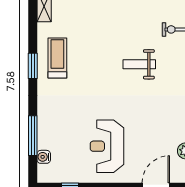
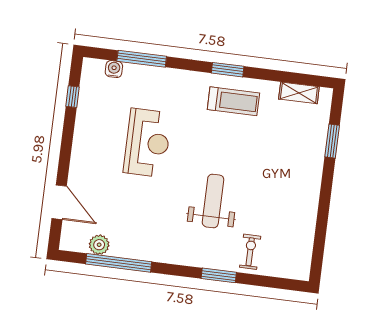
weight bench: (139, 64) -> (213, 201), width x1.36, depth x1.33
reception desk: (107, 146) -> (147, 143), moved, turned 90

